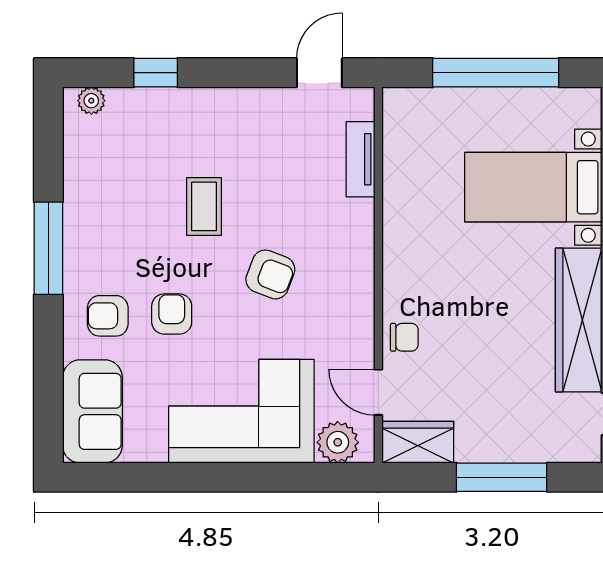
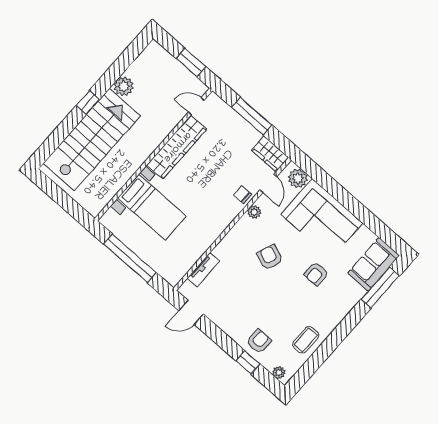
coffee table: (204, 206) -> (306, 340), moved
window: (48, 248) -> (380, 288), moved
armchair: (108, 316) -> (259, 341), moved, turned -90
plant: (360, 326) -> (254, 212), added

